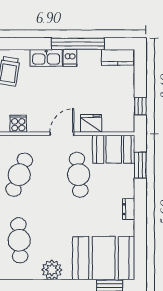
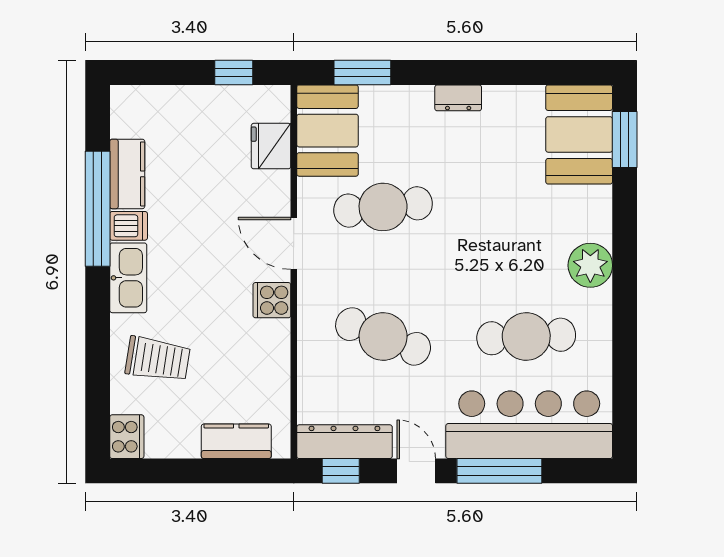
kitchen counter: (118, 57) -> (127, 174), moved
fridge: (91, 123) -> (271, 146), moved
cooker: (18, 124) -> (272, 300), moved
booth: (104, 258) -> (579, 134), width x0.73, depth x0.70

